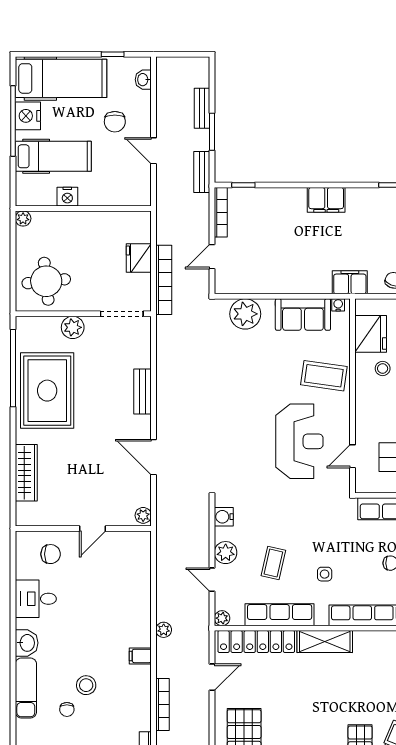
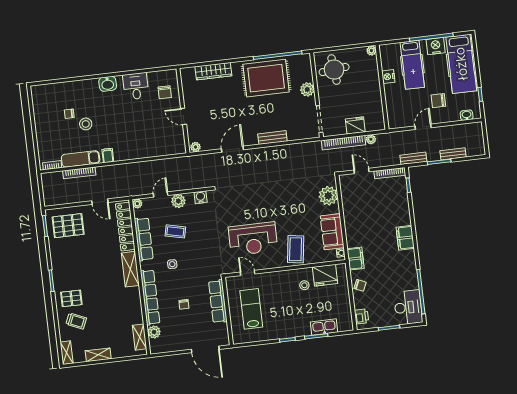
plant: (164, 630) -> (371, 139), moved
exam couch: (26, 688) -> (81, 159), moved, turned 180

